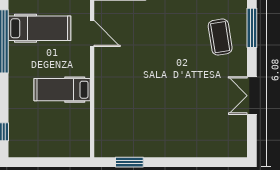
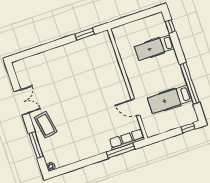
coffee table: (220, 37) -> (46, 125), moved
hospital bed: (62, 90) -> (154, 48), moved, turned 180

